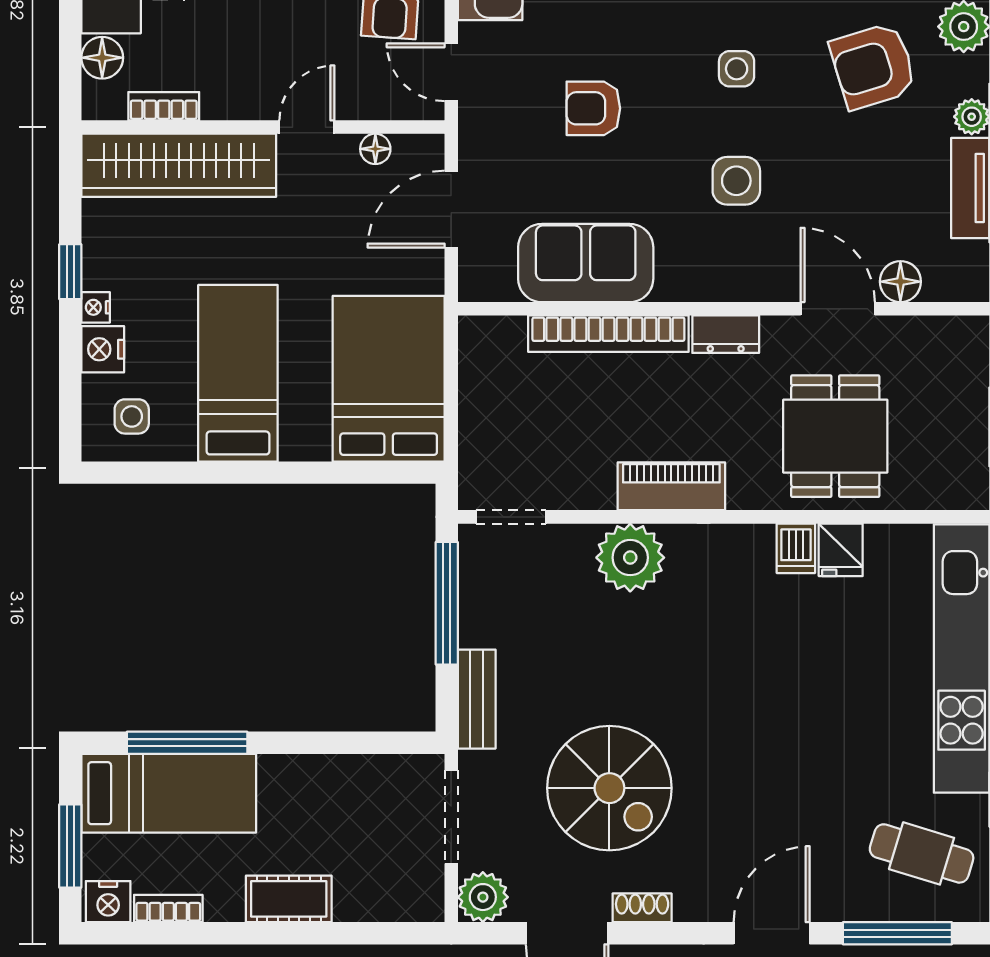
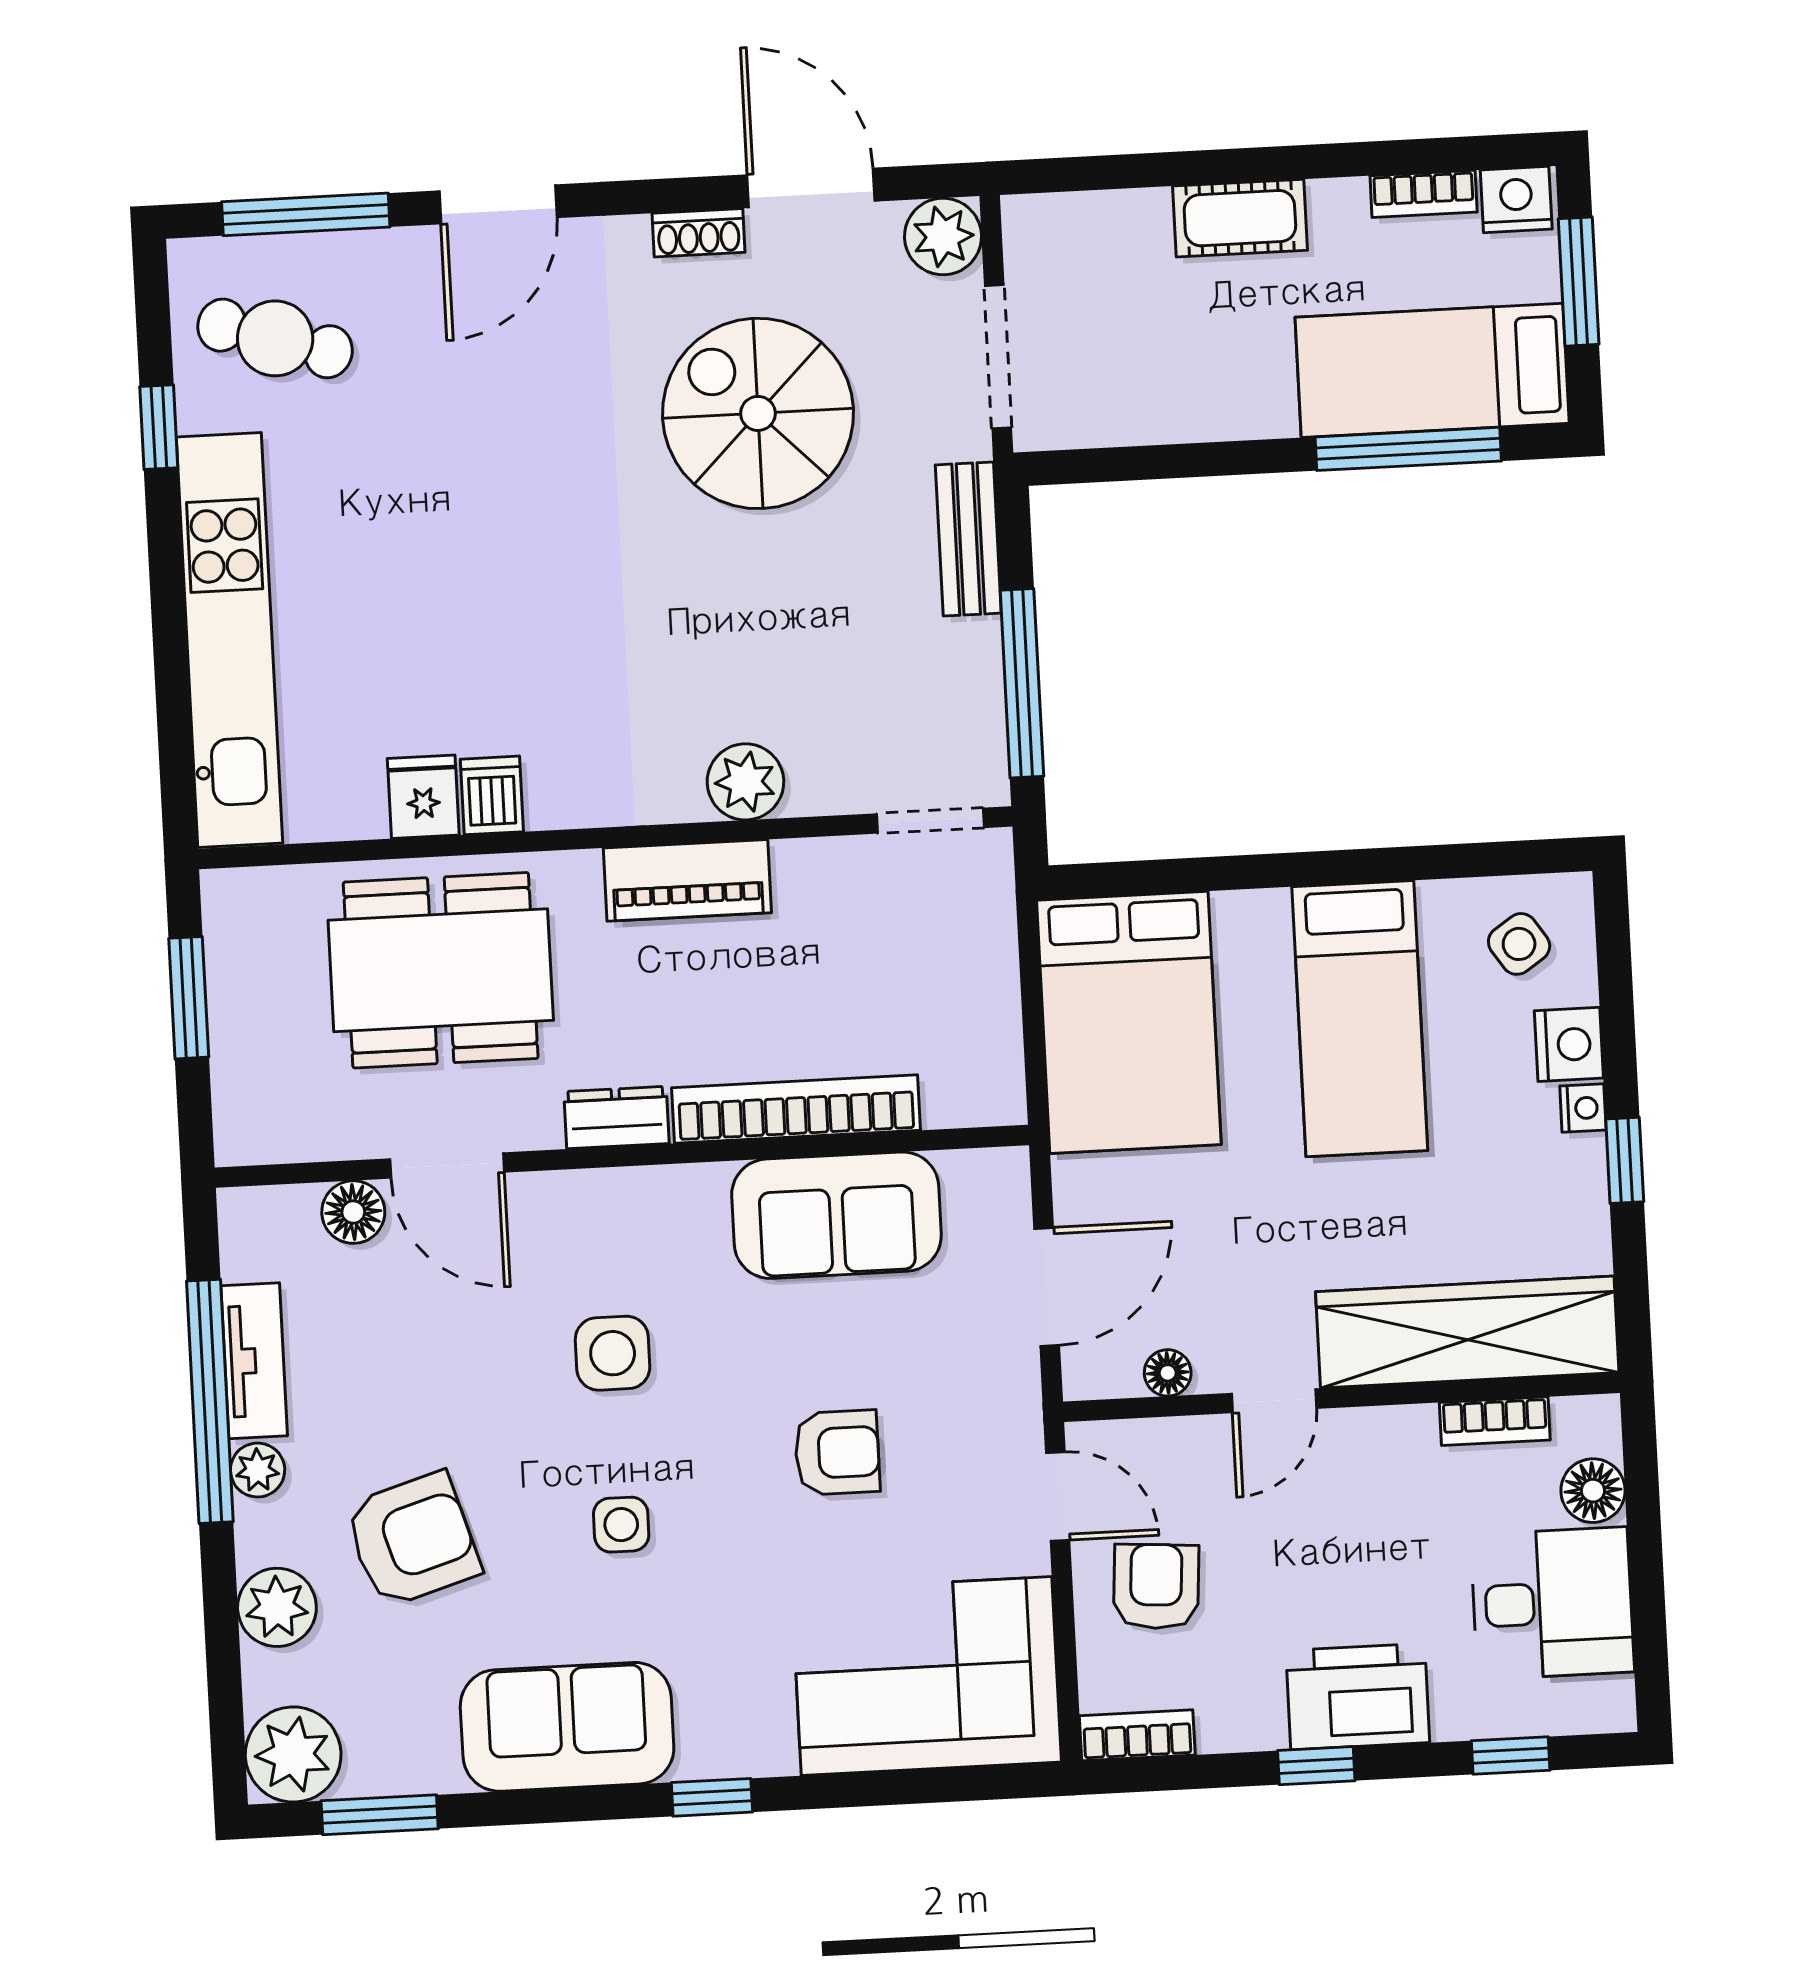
side table: (132, 416) -> (1519, 944), turned -34
dining table: (835, 436) -> (441, 970), width x1.37
plant: (630, 558) -> (745, 782), width x0.73, depth x0.73

